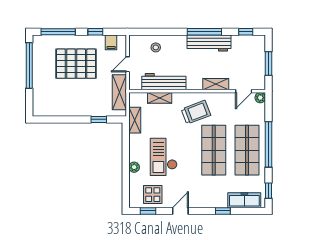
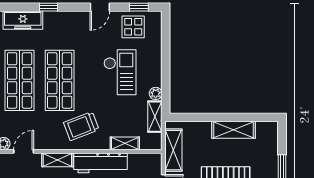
workbench: (164, 82) -> (101, 163), moved
shelving: (69, 109) -> (234, 130), added
window: (99, 119) -> (198, 117), removed
plant: (134, 167) -> (156, 93), moved

